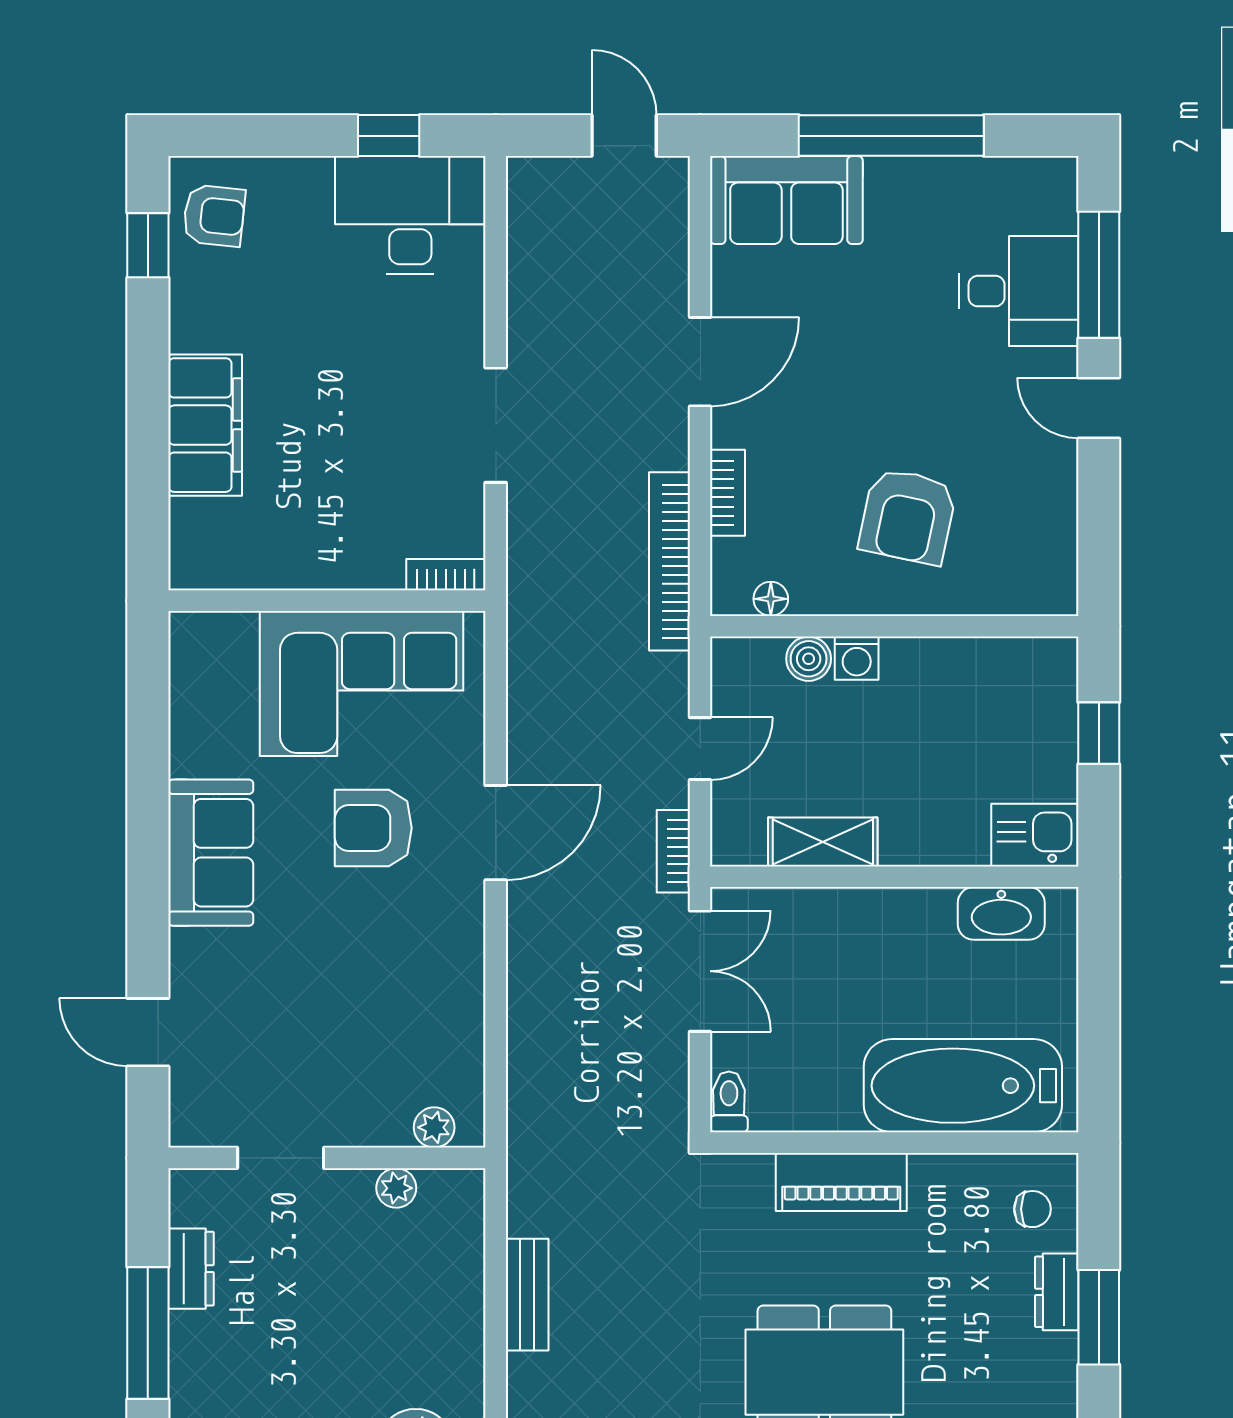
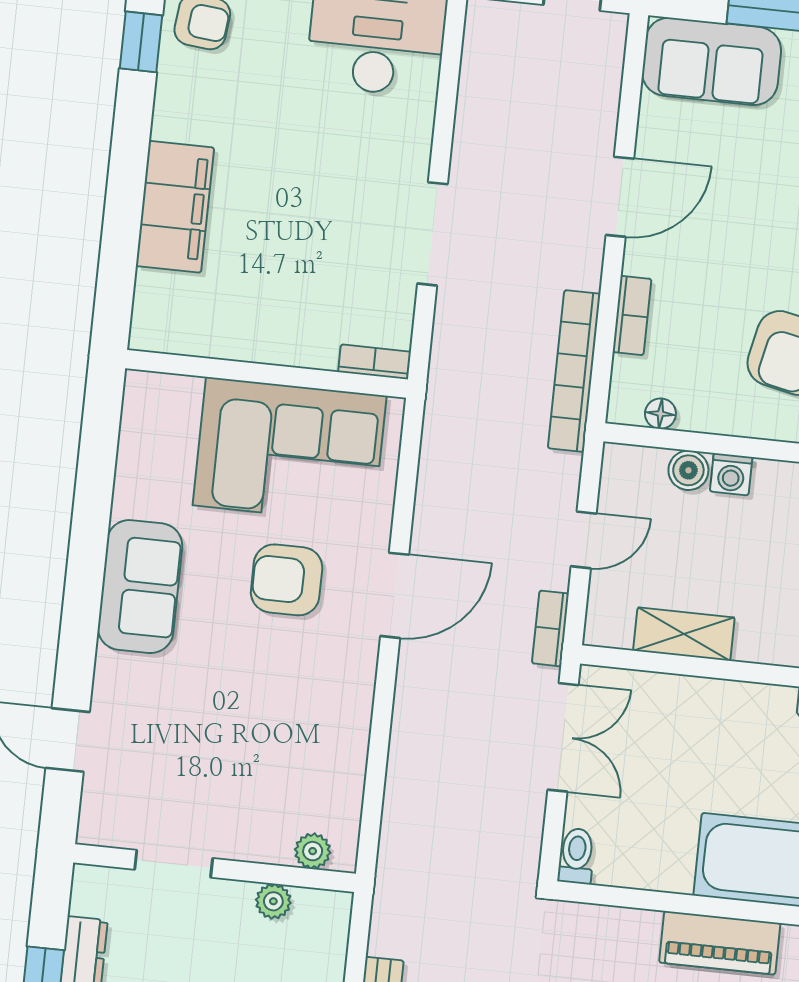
piano: (841, 1182) -> (720, 943), moved

